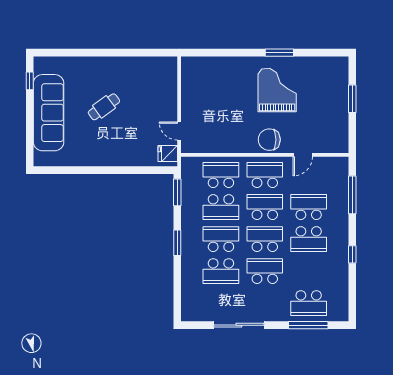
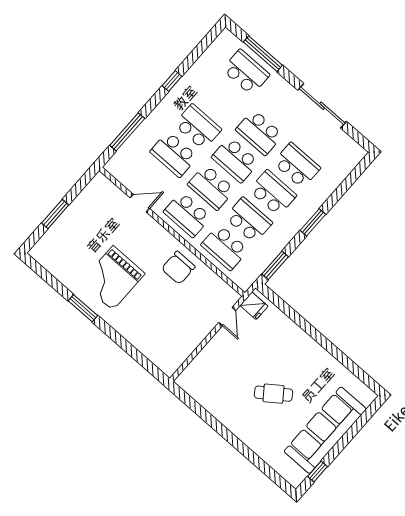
chair: (269, 140) -> (178, 268), moved, turned 90
school desk: (221, 239) -> (273, 193), turned 180

